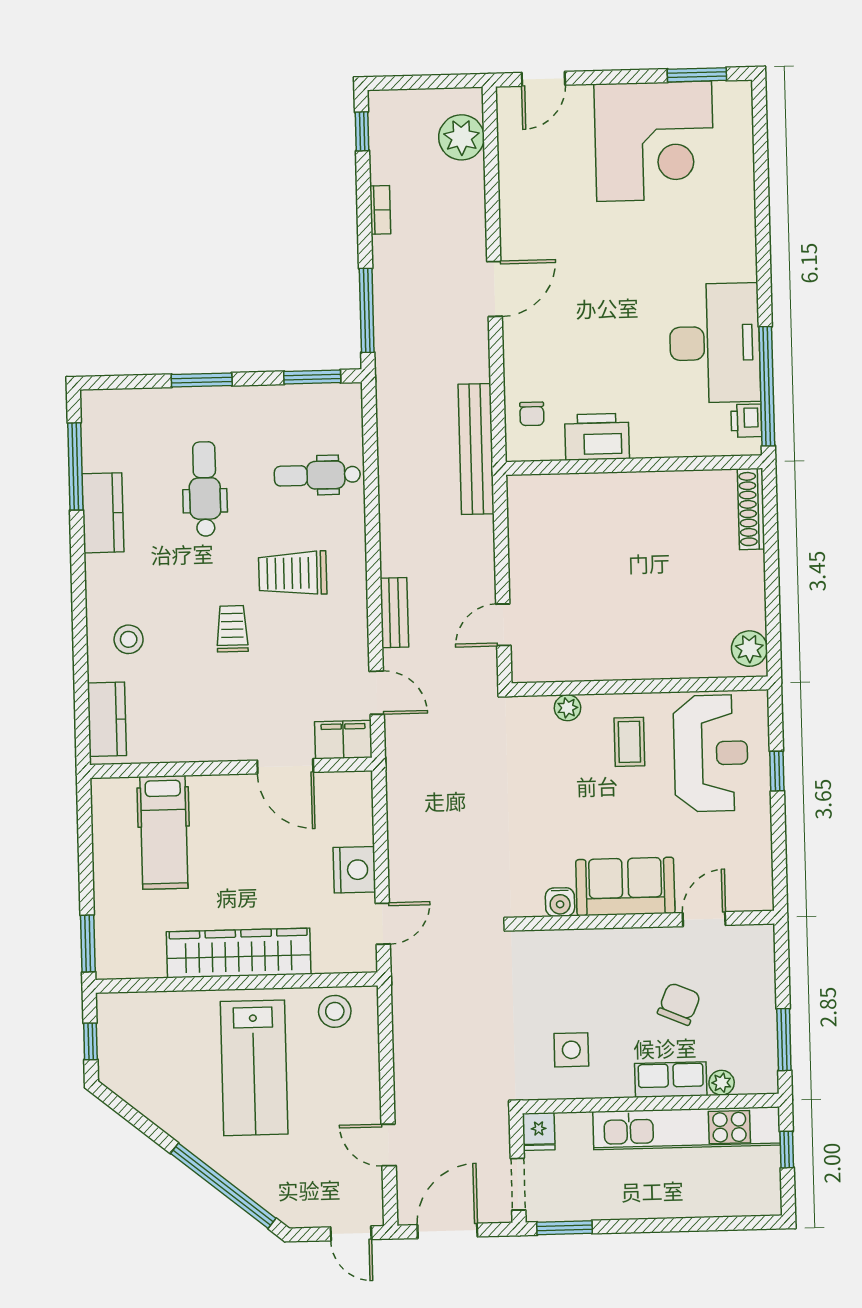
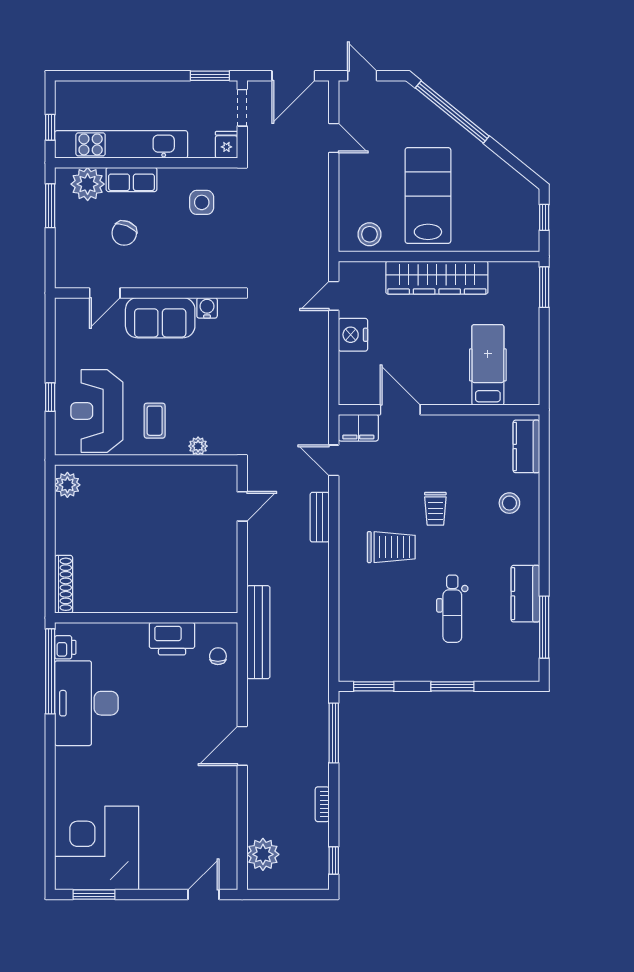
corner desk: (654, 141) -> (97, 848), moved
dental chair: (317, 475) -> (372, 616), removed
plant: (722, 1083) -> (88, 184), width x1.88, depth x1.88

